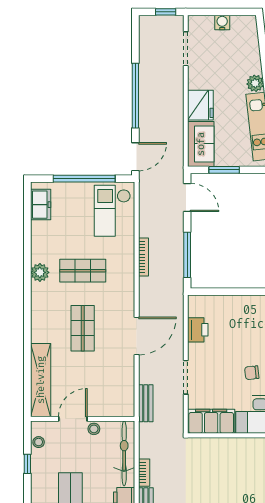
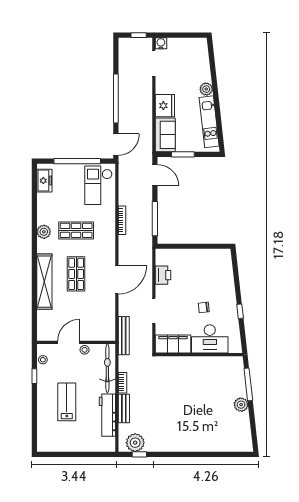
water cooler: (222, 22) -> (161, 43), moved
shelving: (41, 380) -> (44, 282), moved
bench: (146, 403) -> (124, 336), width x1.36

